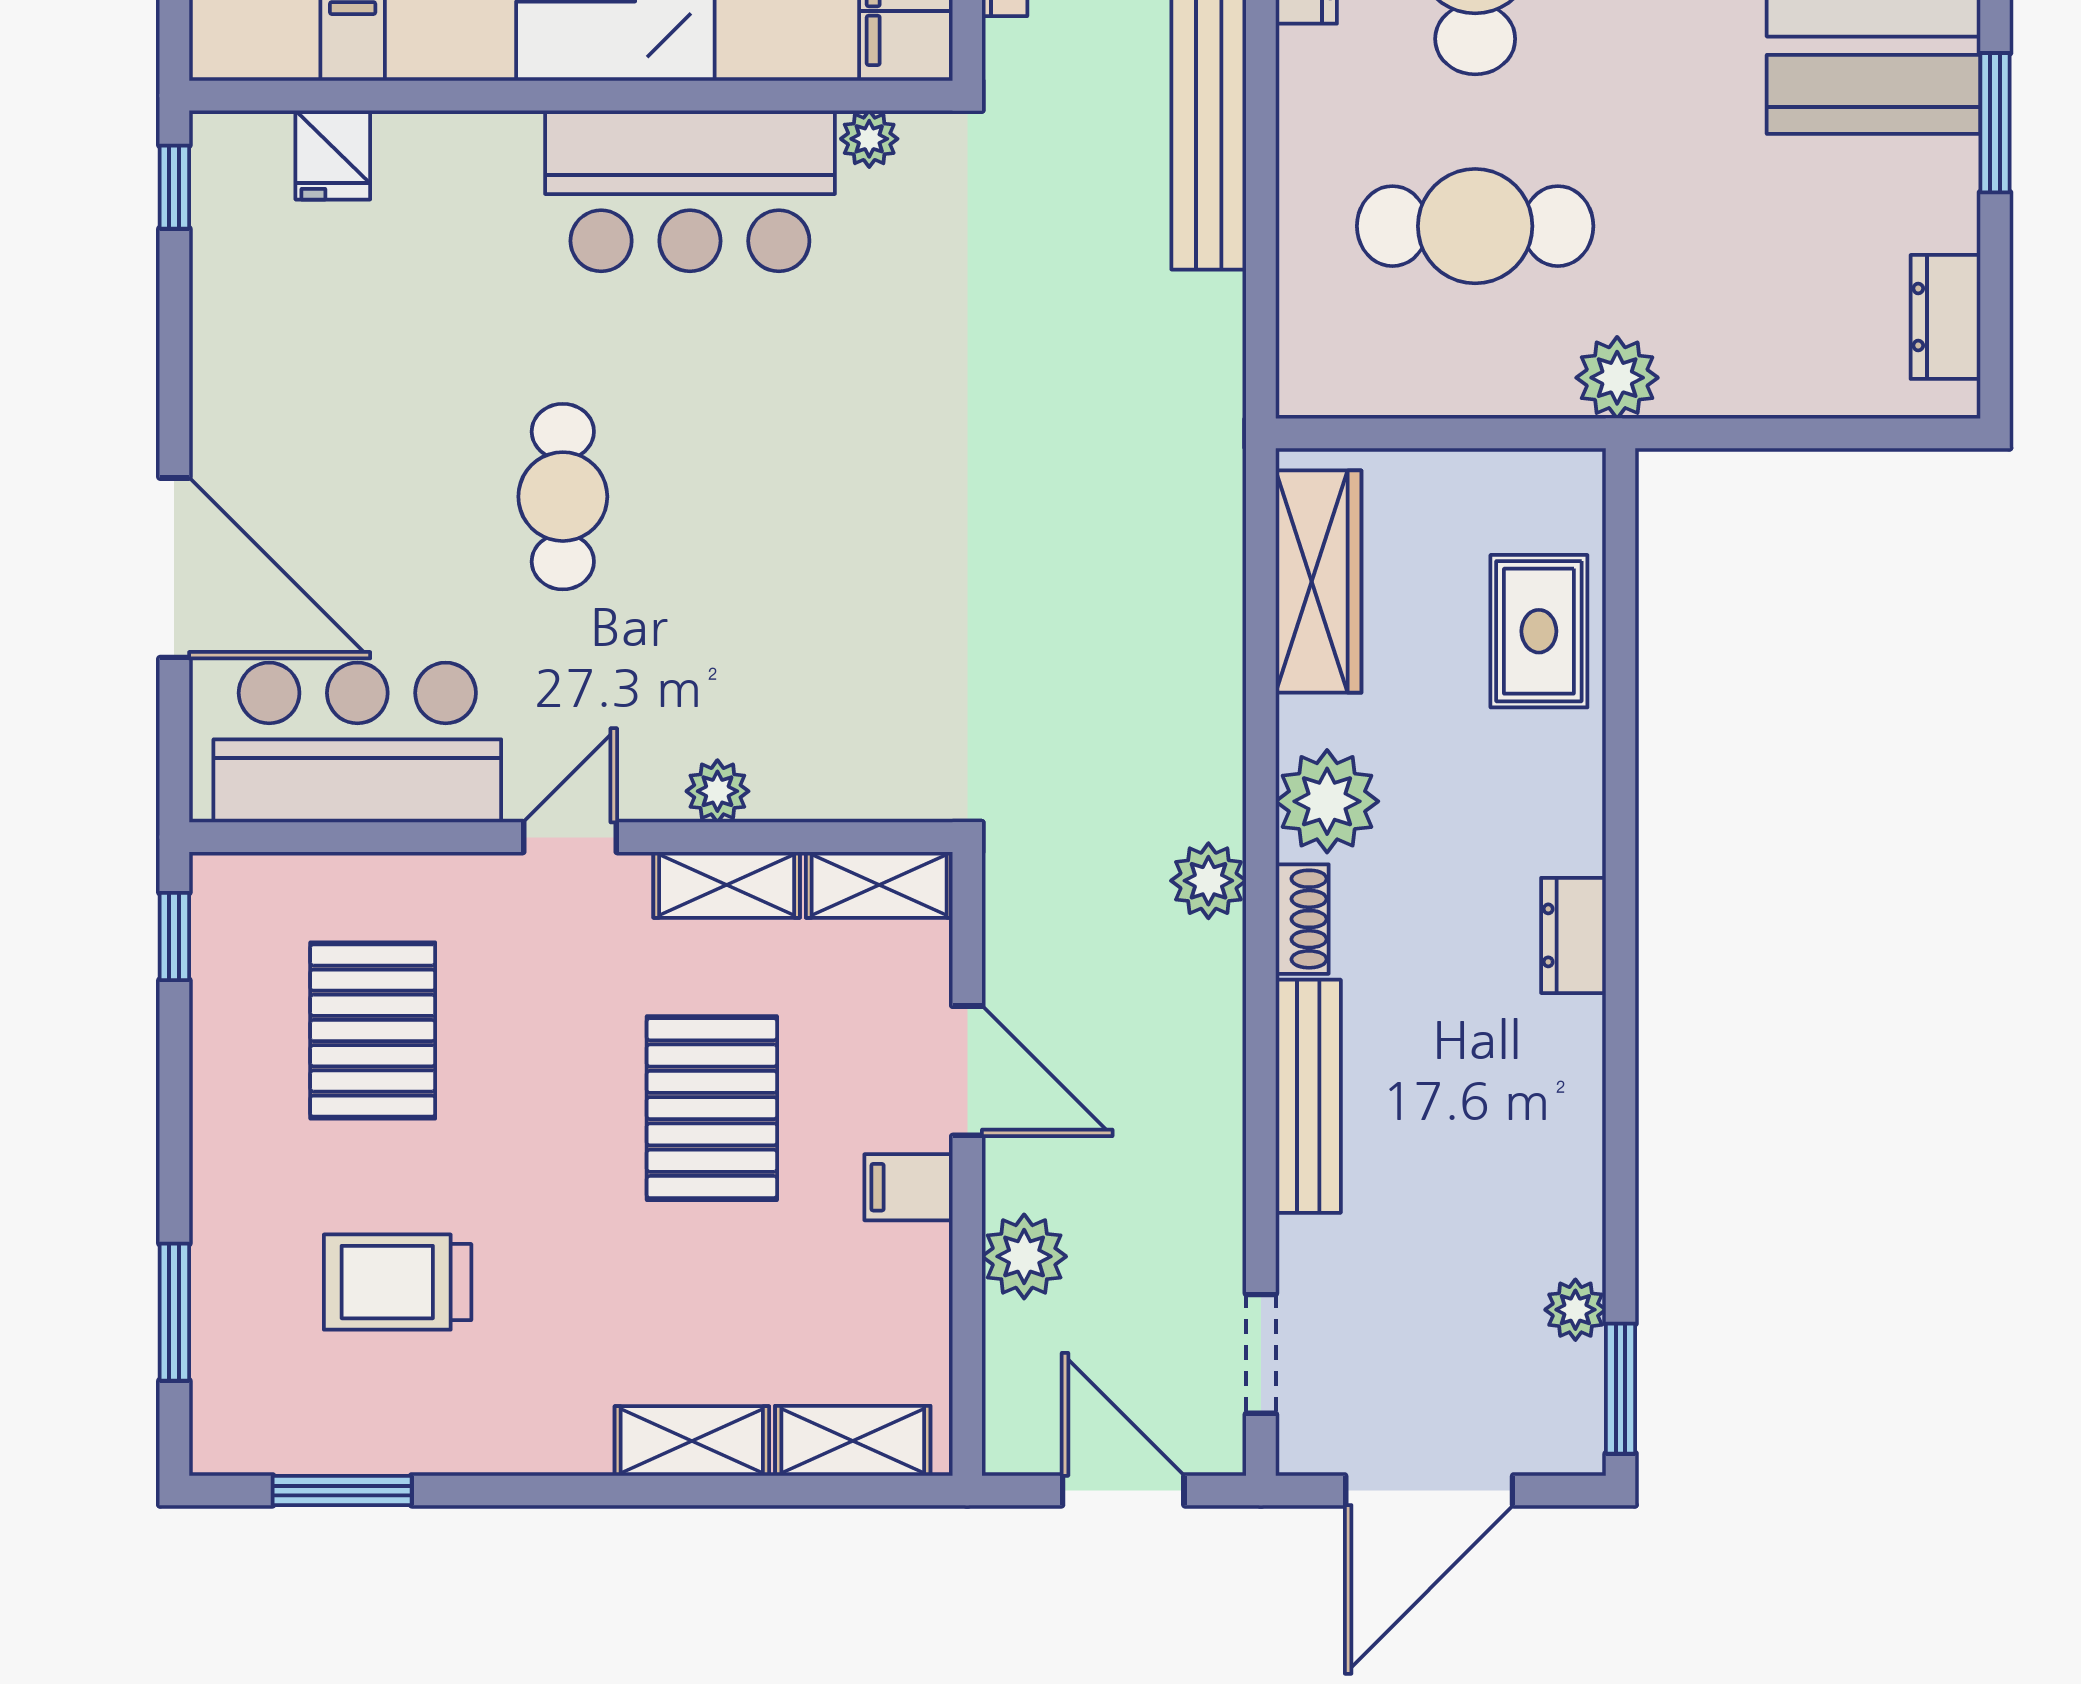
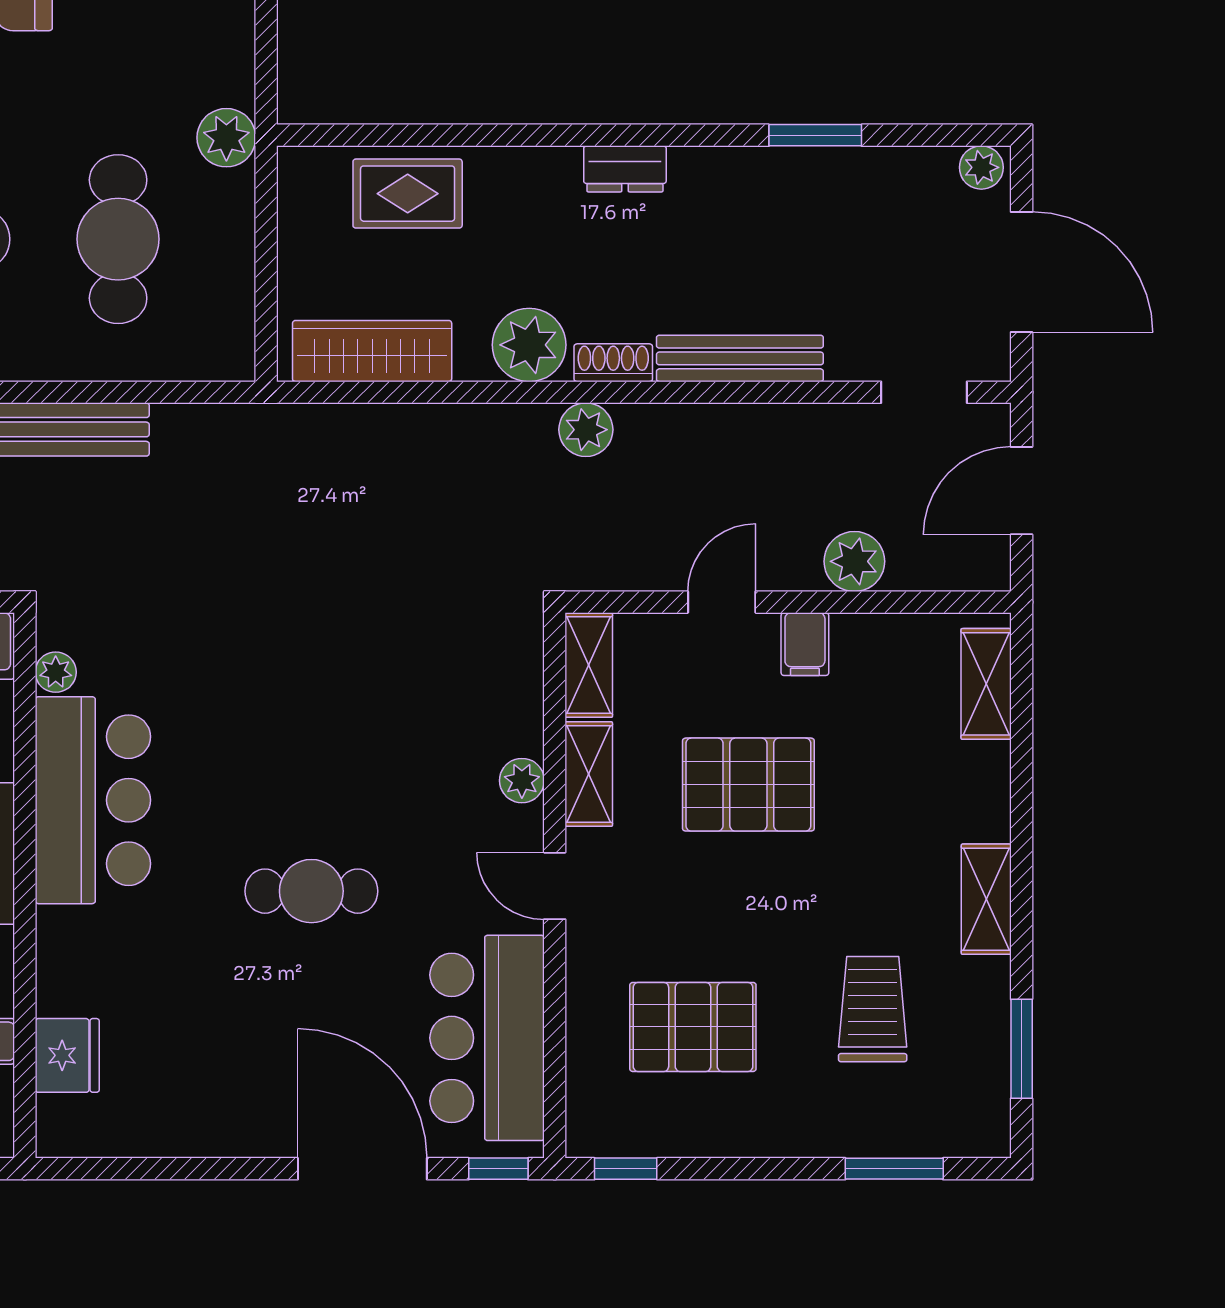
fridge: (333, 155) -> (67, 1055), width x1.38
window: (174, 187) -> (498, 1169), moved
door: (174, 568) -> (362, 1169), hinge flipped
door: (967, 1071) -> (722, 602), width x0.73
trolley: (398, 1282) -> (873, 1009), turned 180
plant: (1575, 1310) -> (981, 167), moved
window: (1621, 1389) -> (815, 135), moved
shelving: (692, 1441) -> (986, 899), moved

